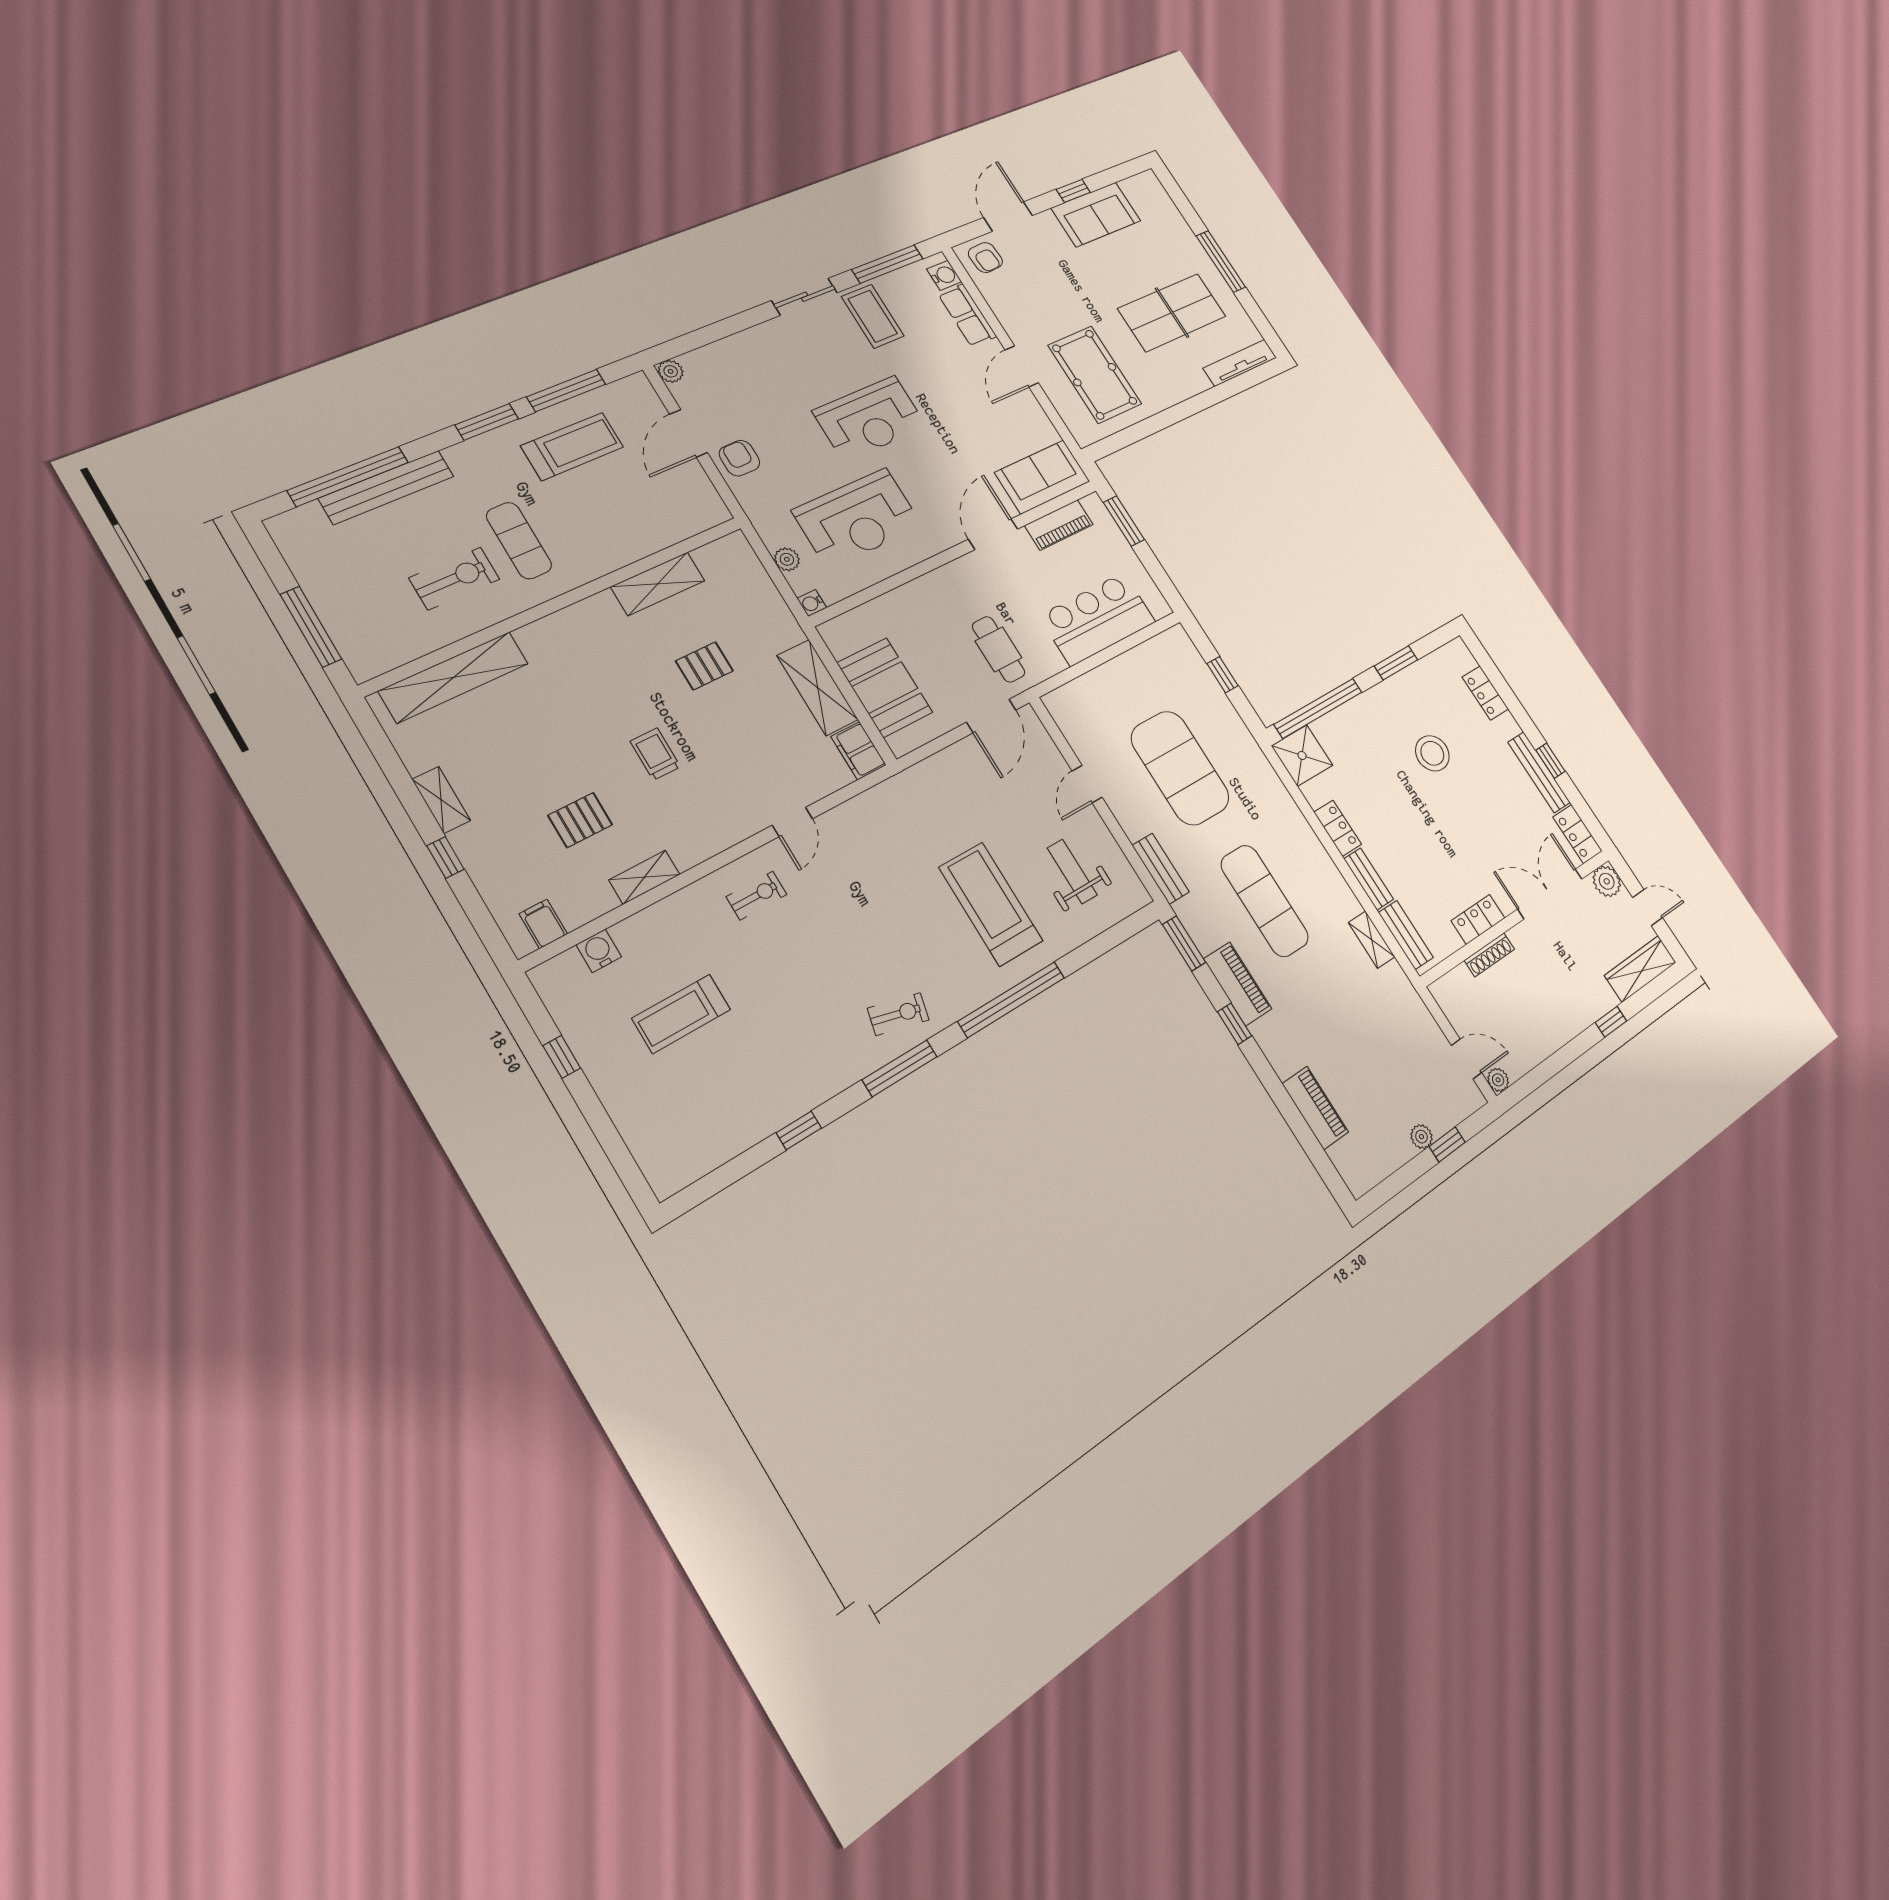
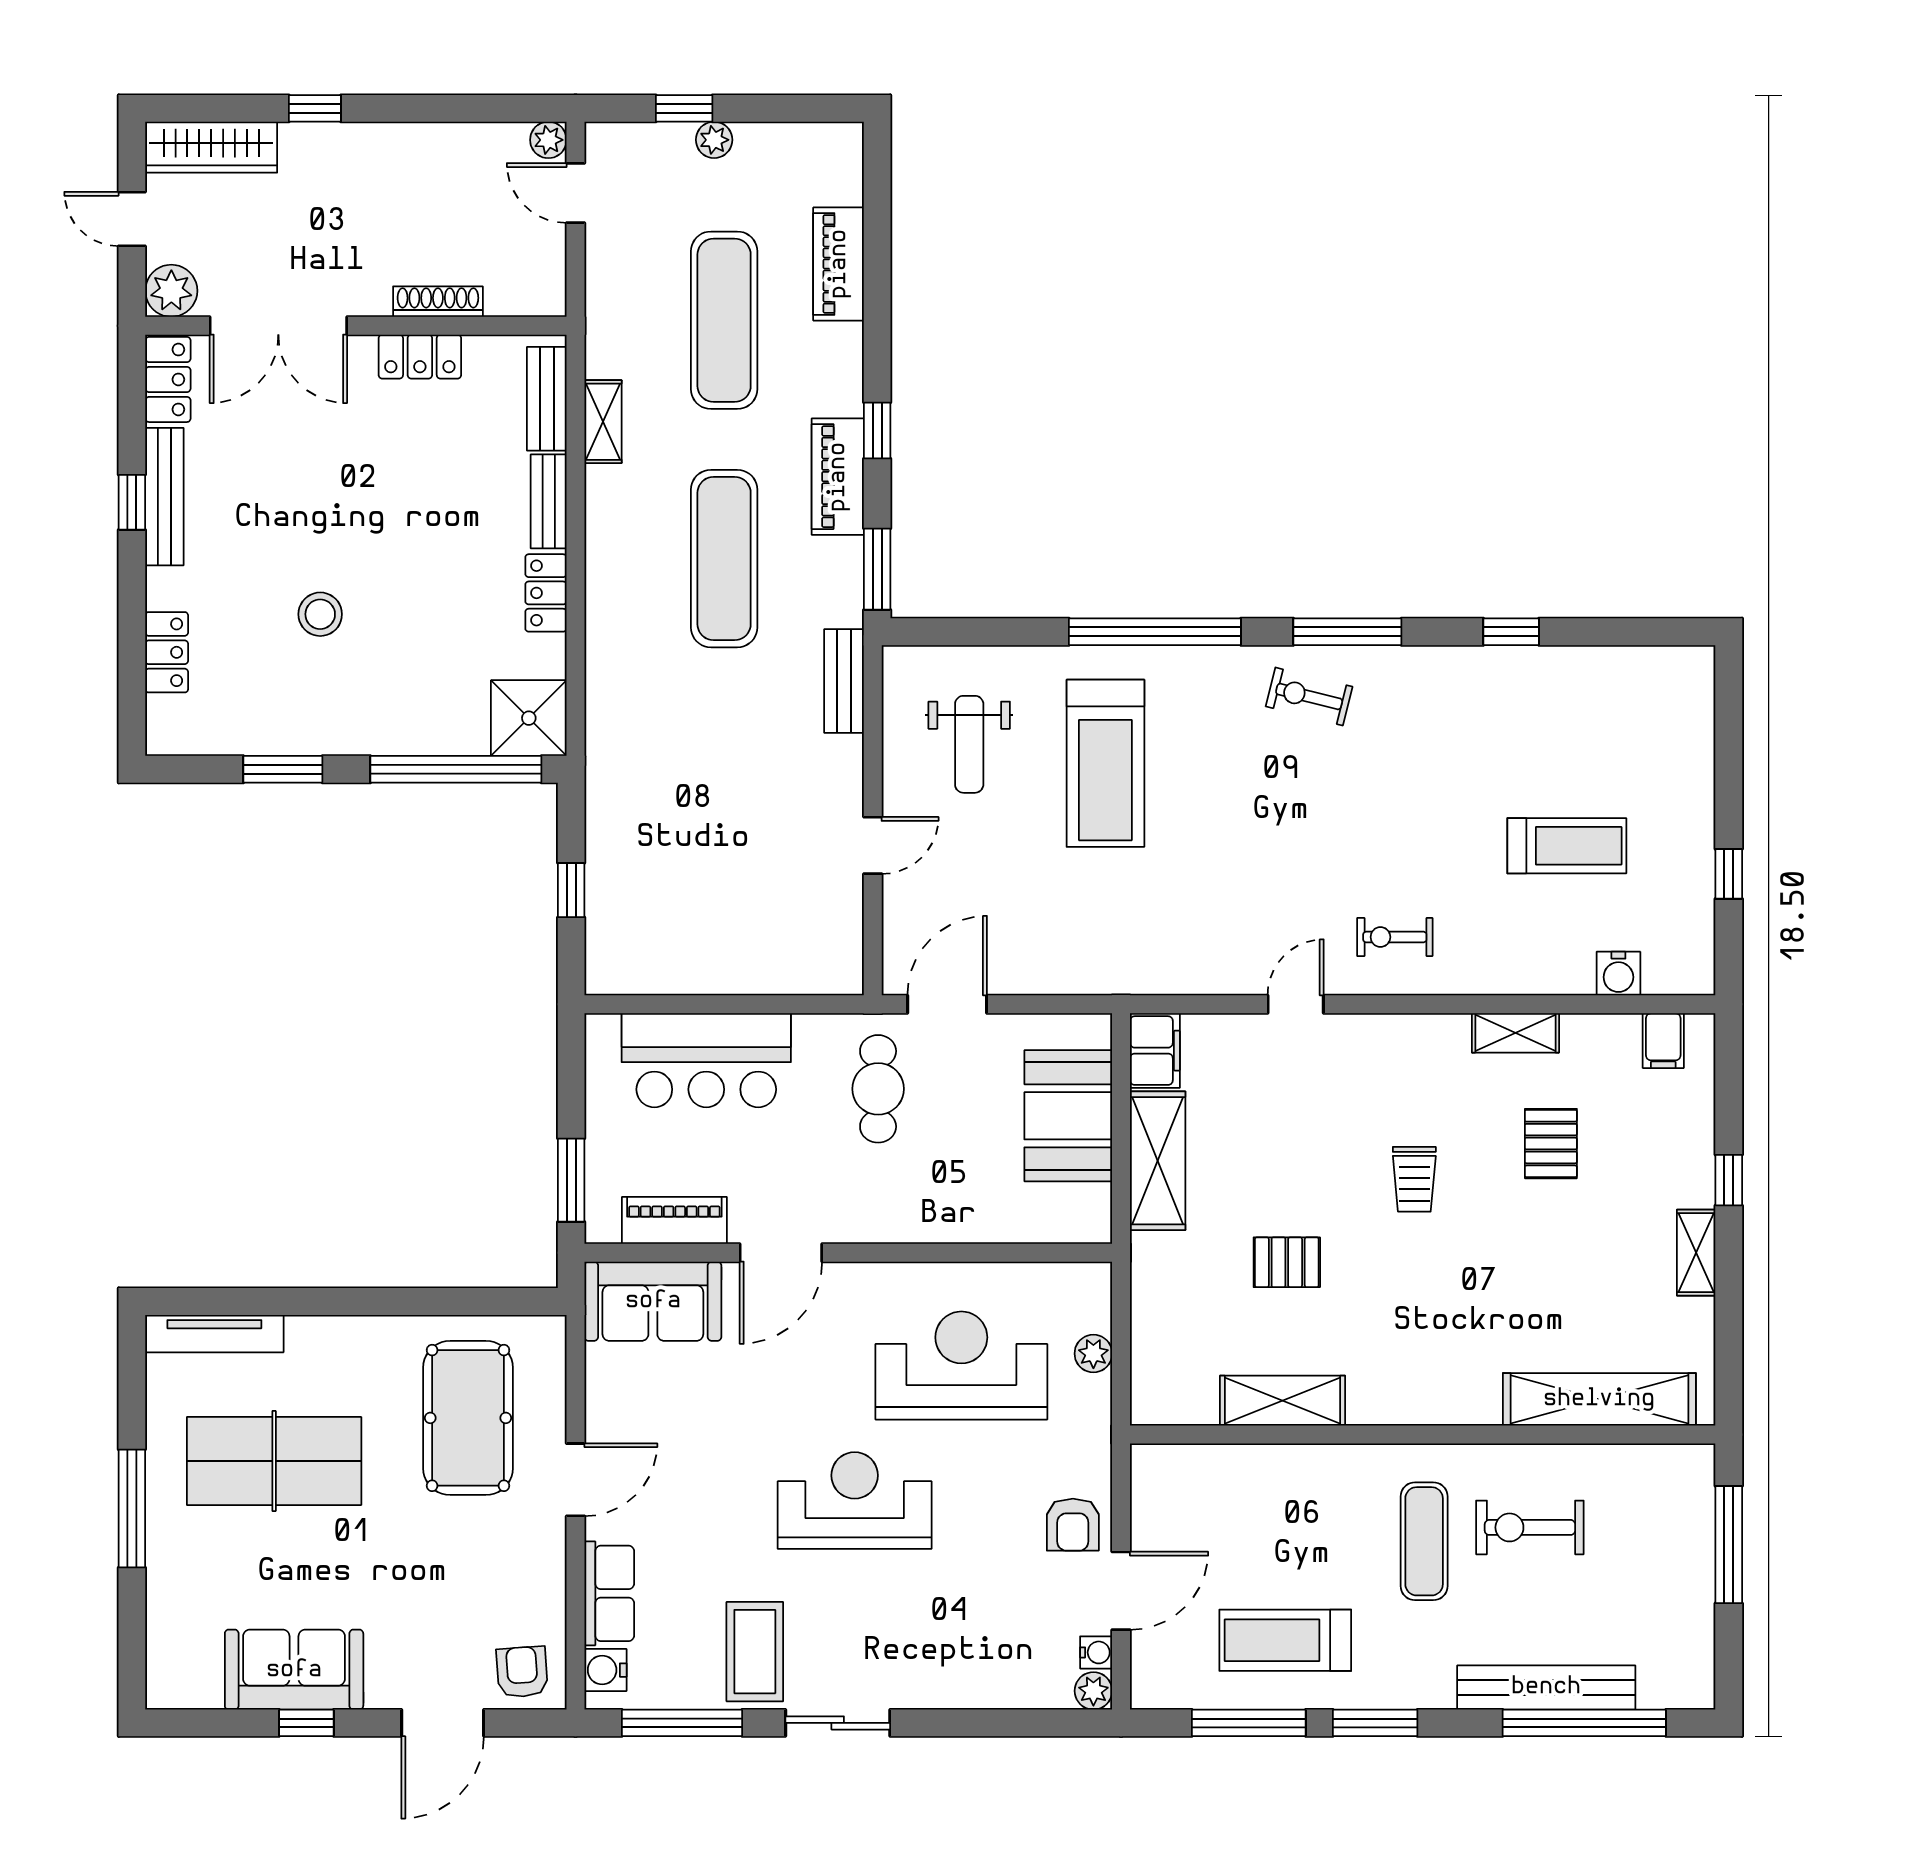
water cooler: (812, 603) -> (1096, 1652), moved
stool: (1432, 753) -> (320, 614), width x0.73, depth x0.73
exercise mat: (1180, 768) -> (724, 320), moved, width x0.68
pallet: (580, 820) -> (1551, 1144), turned 90

